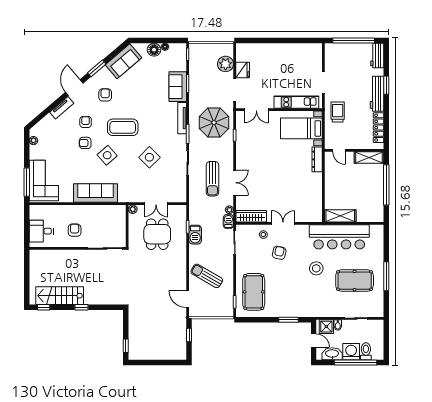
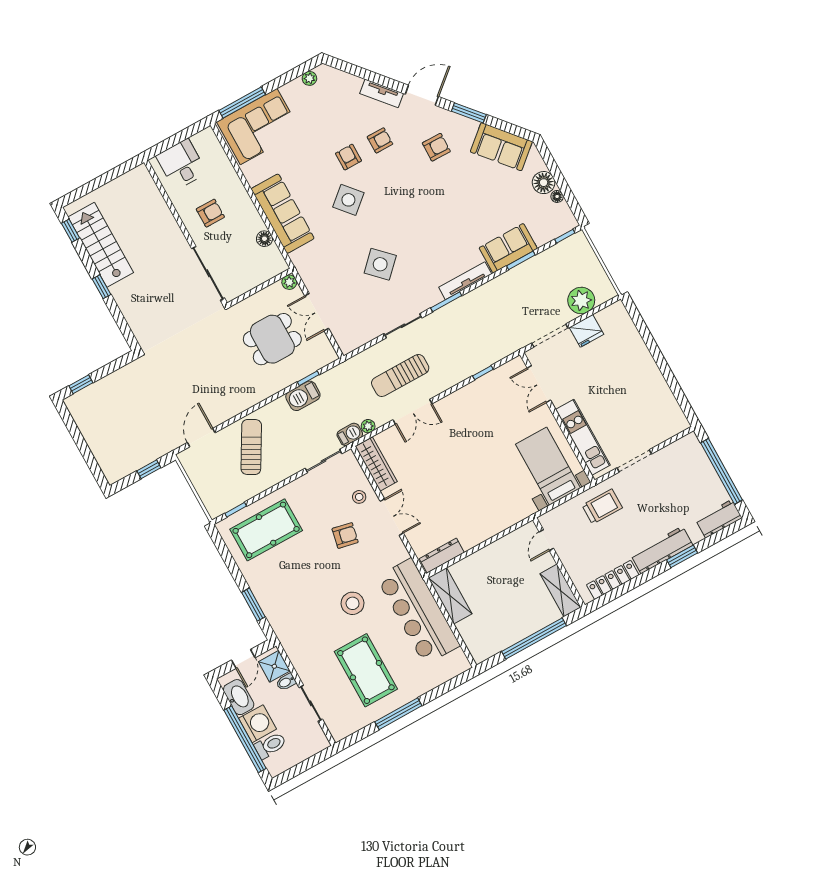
parasol: (214, 123) -> (485, 332), removed
coffee table: (123, 127) -> (403, 200), removed
dresser: (317, 159) -> (442, 556), moved
floor lamp: (103, 210) -> (264, 239), added

